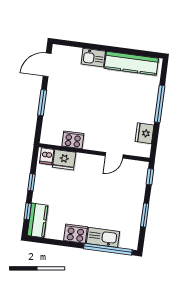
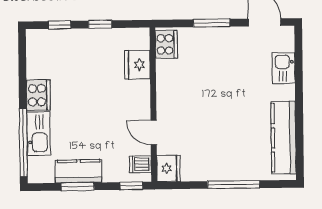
kitchen sink: (93, 58) -> (284, 68), moved
fridge: (145, 133) -> (168, 168), moved, turned 90
cooker: (73, 140) -> (166, 44), moved
dishwasher: (47, 156) -> (140, 164), moved
kitchen counter: (38, 220) -> (79, 171), moved, turned 180

